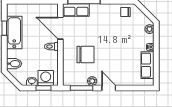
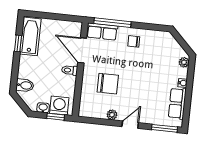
chair: (126, 12) -> (134, 41), moved
bathtub: (14, 33) -> (30, 36), moved
window: (81, 88) -> (164, 128), moved
door: (109, 88) -> (130, 125), hinge flipped

